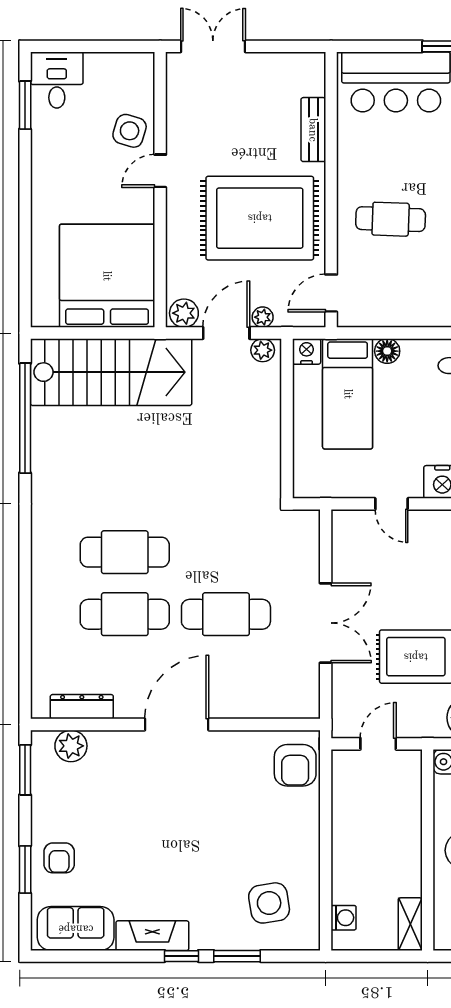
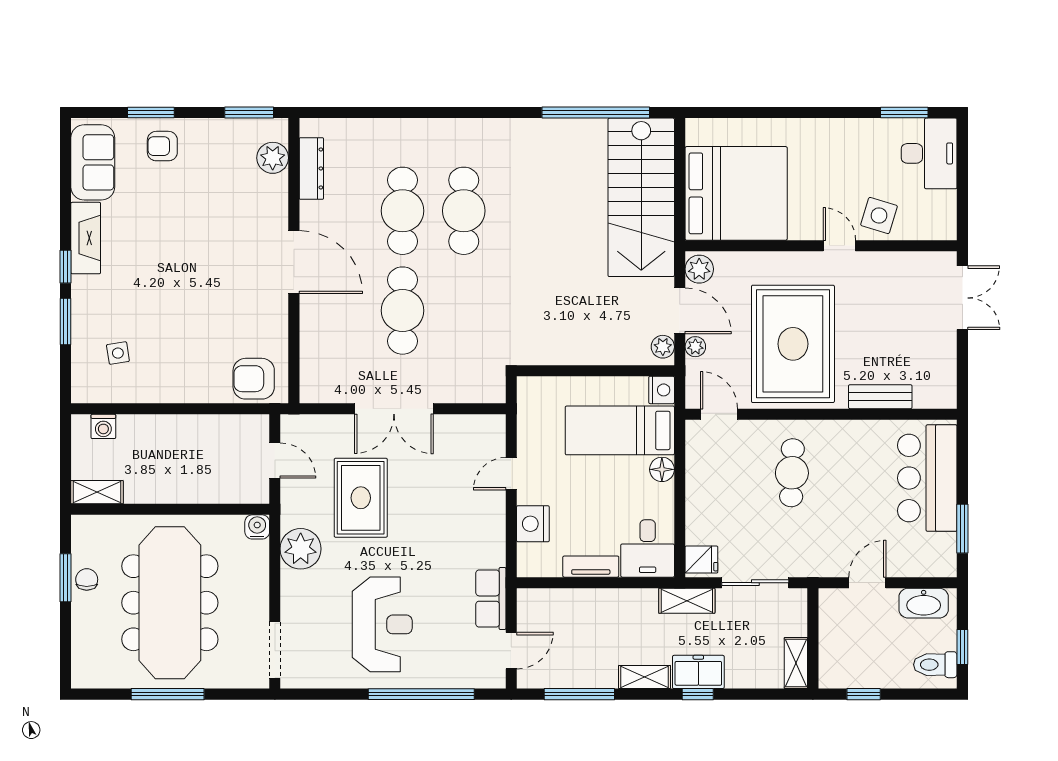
desk: (57, 80) -> (929, 153), width x1.37
side table: (269, 903) -> (118, 353), width x0.54, depth x0.54

